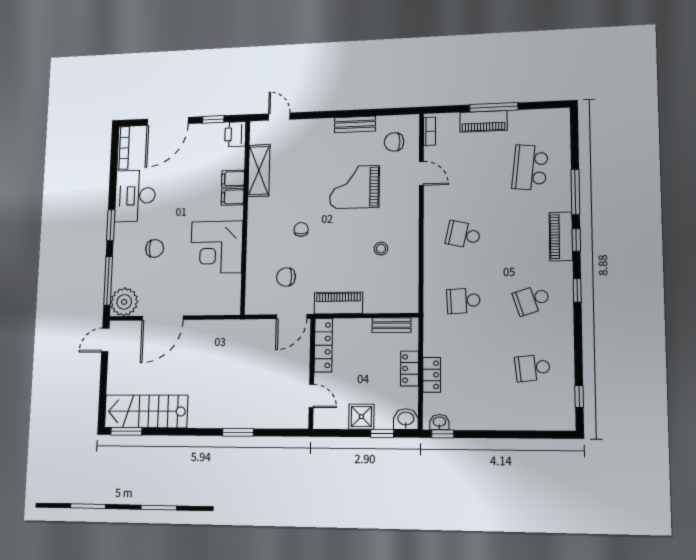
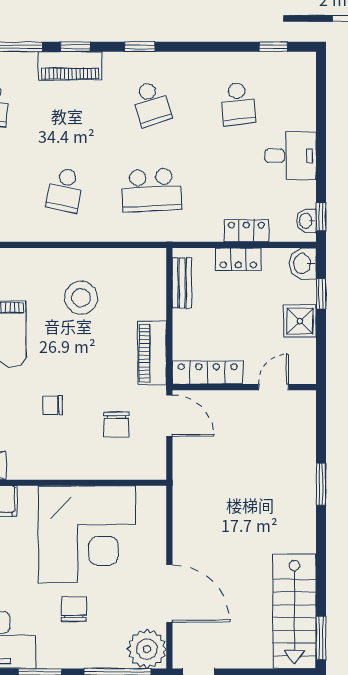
corner desk: (217, 247) -> (87, 534), width x1.36, depth x1.36
stool: (381, 249) -> (81, 298), width x1.89, depth x1.89
school desk: (463, 301) -> (151, 190), width x1.85
desk: (491, 410) -> (290, 156), added

